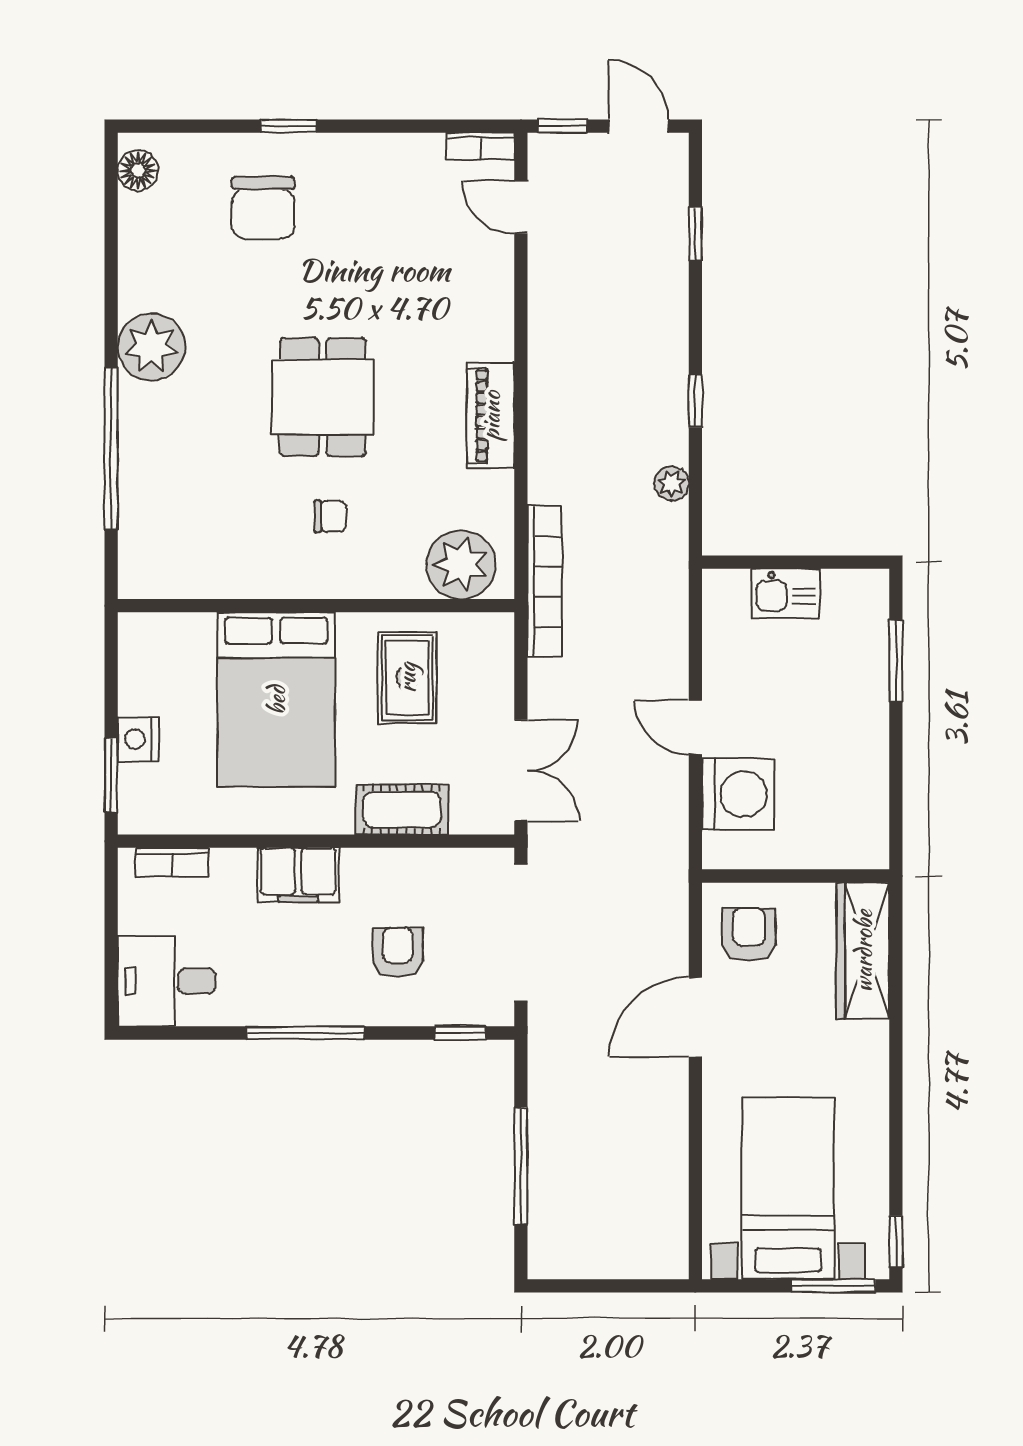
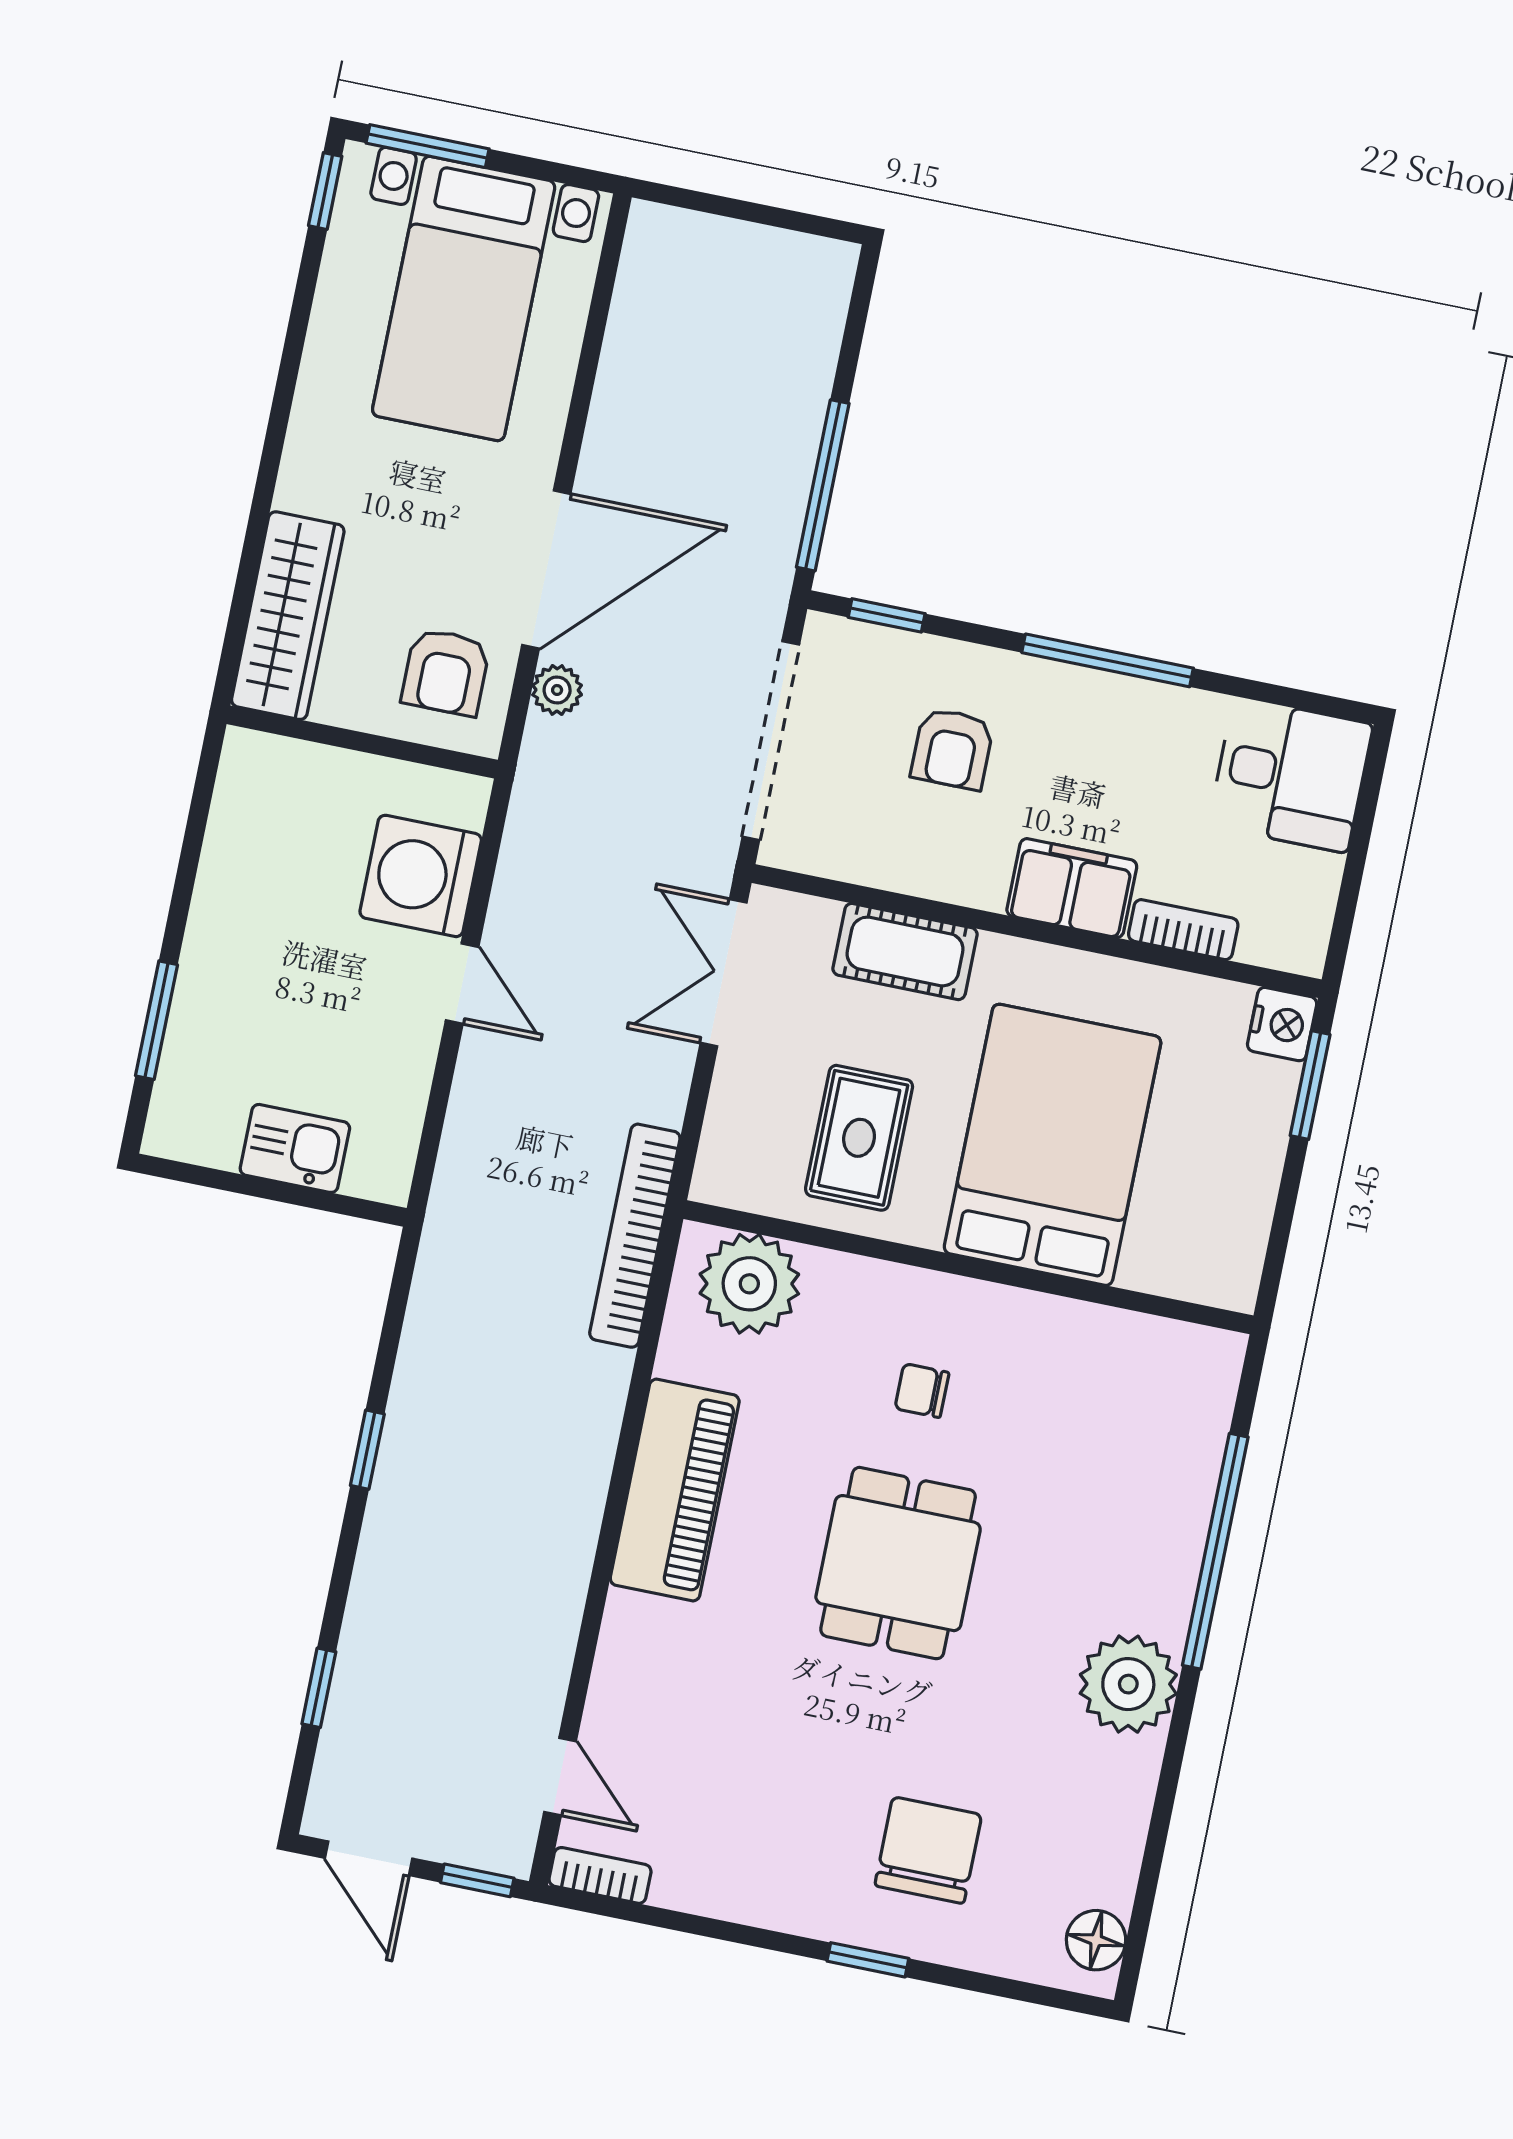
piano: (491, 416) -> (675, 1490), width x1.37, depth x1.33
plant: (672, 484) -> (557, 690), moved
nightstand: (138, 739) -> (1282, 1024), moved
bookcase: (172, 862) -> (1183, 930), moved
door: (695, 1017) -> (546, 570), width x1.36
window: (521, 1166) -> (823, 485), moved

